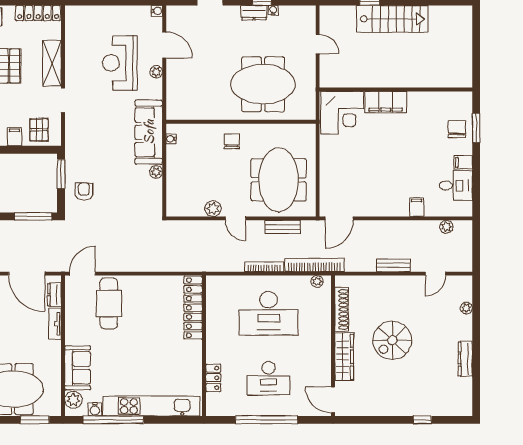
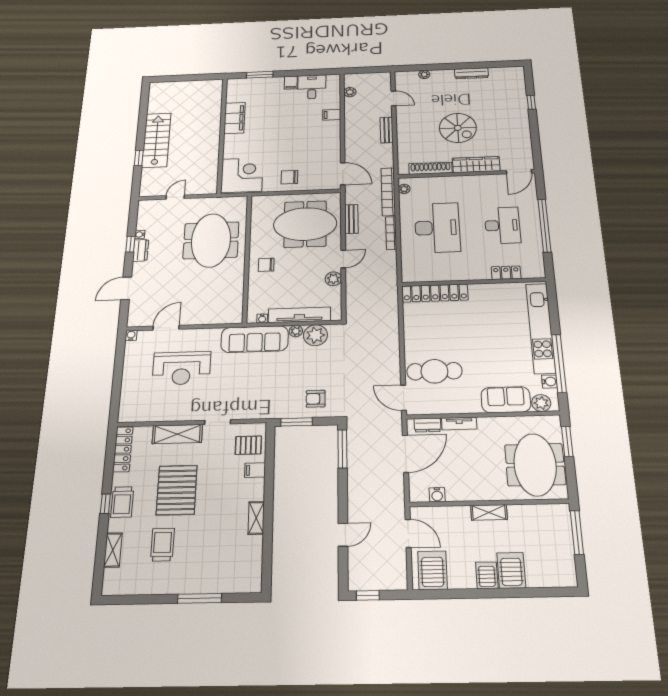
plant: (156, 72) -> (315, 335), moved, width x1.88, depth x1.88
filing cabinet: (386, 102) -> (234, 118), moved
chair: (457, 129) -> (289, 177), moved
tv unit: (174, 175) -> (299, 315), added

